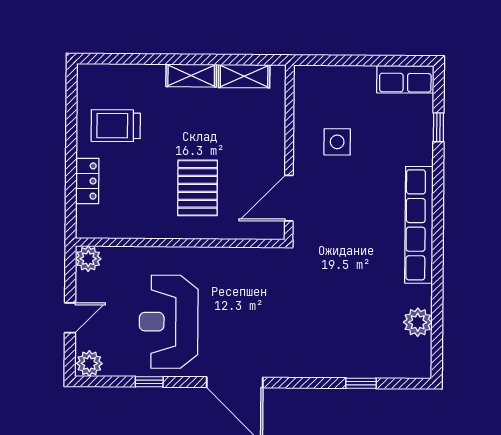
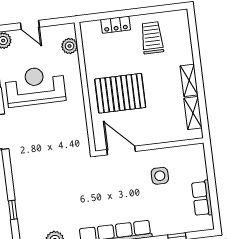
row of seats: (405, 79) -> (202, 198), moved
pallet: (198, 188) -> (120, 93), width x1.37, depth x1.41
plant: (88, 259) -> (70, 46), moved

